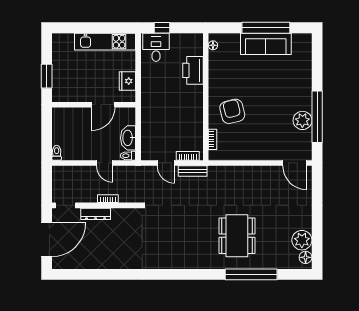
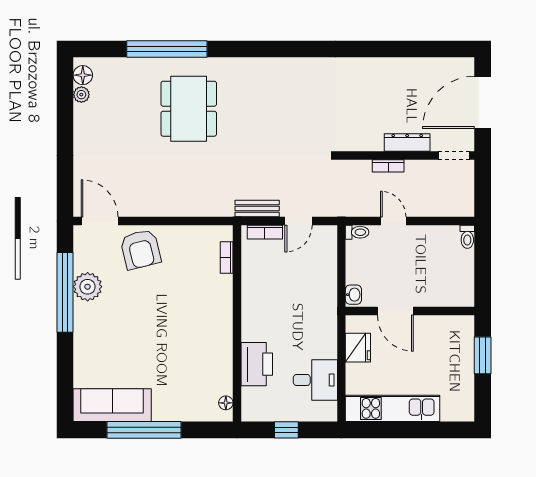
window: (162, 28) -> (286, 430), moved
sofa: (266, 44) -> (112, 405), moved
desk: (156, 47) -> (315, 380), moved, turned -90
door: (103, 105) -> (395, 311), swing flipped
armchair: (232, 111) -> (140, 249), moved
washbasin: (128, 138) -> (353, 295), moved, width x0.52, depth x0.69
door: (166, 163) -> (299, 221), swing flipped
plant: (302, 240) -> (81, 95), width x0.53, depth x0.53

